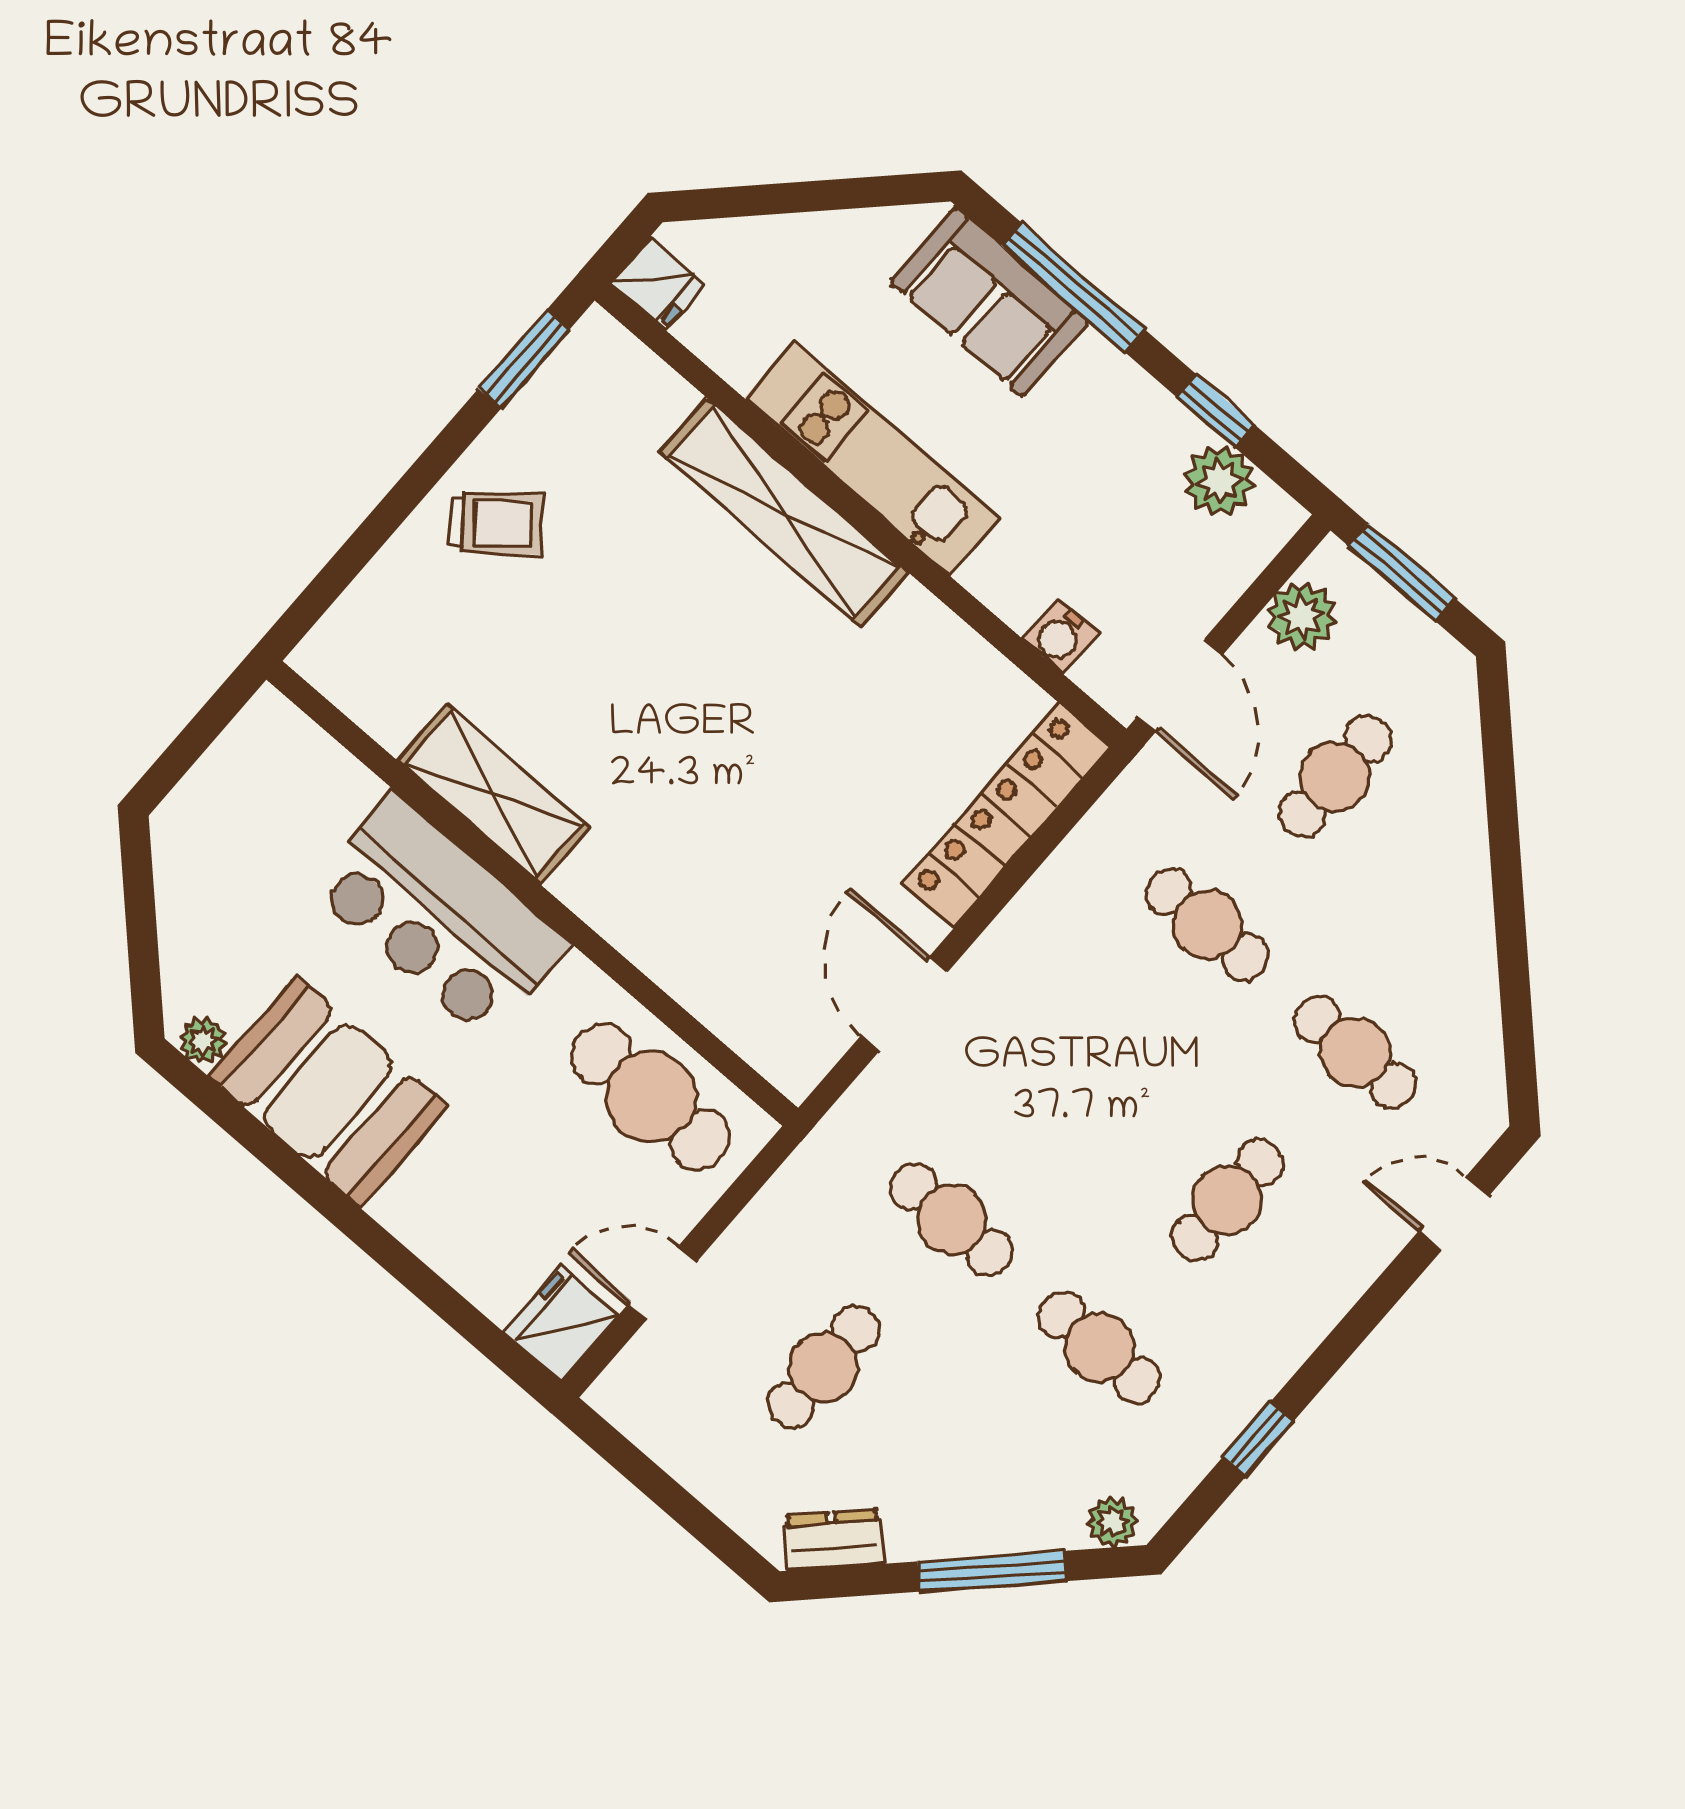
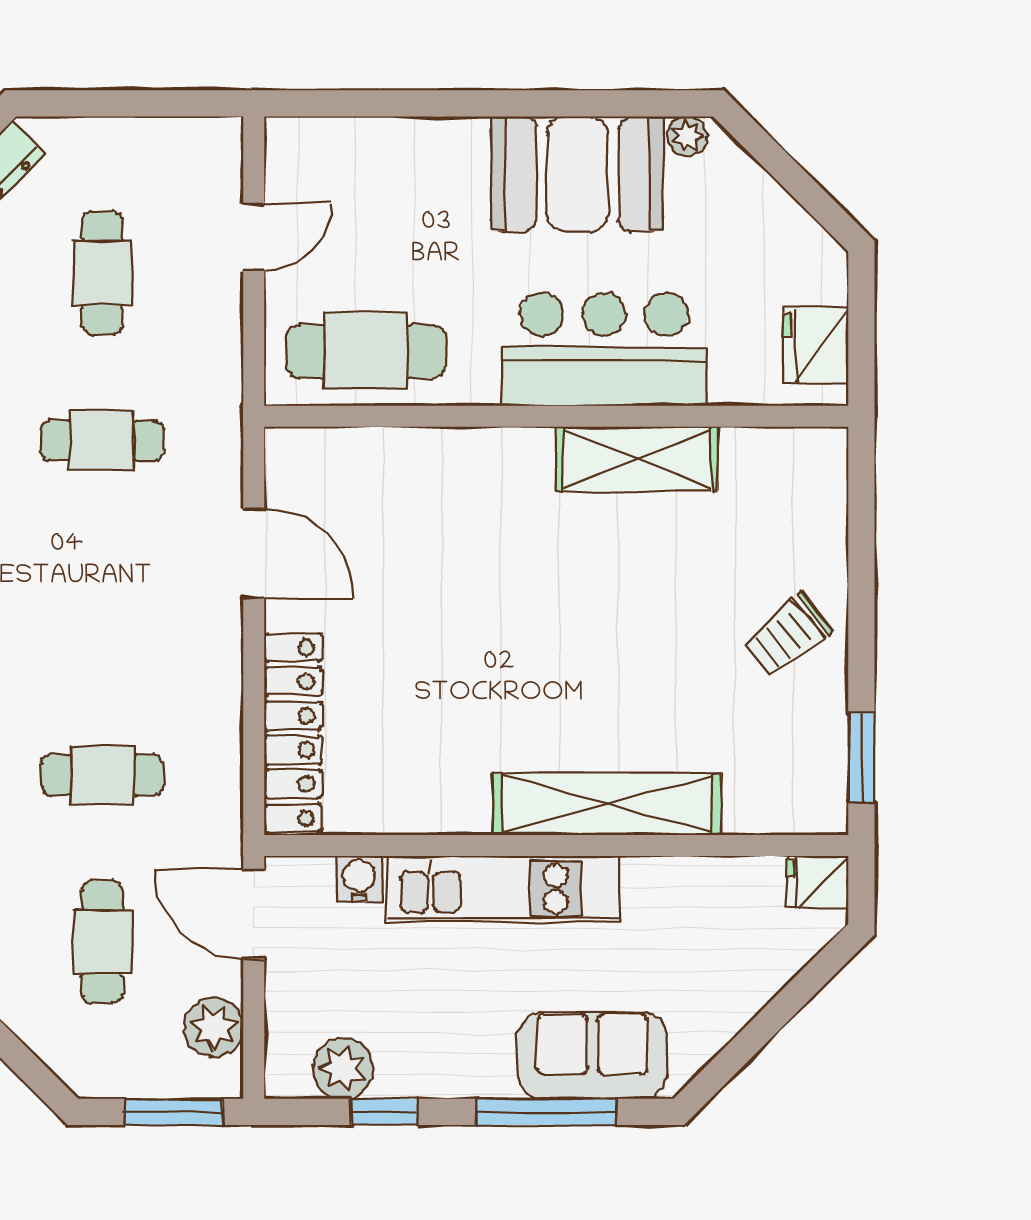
kitchen unit: (872, 458) -> (503, 889), moved
fridge: (561, 1324) -> (816, 345), moved, turned 180

